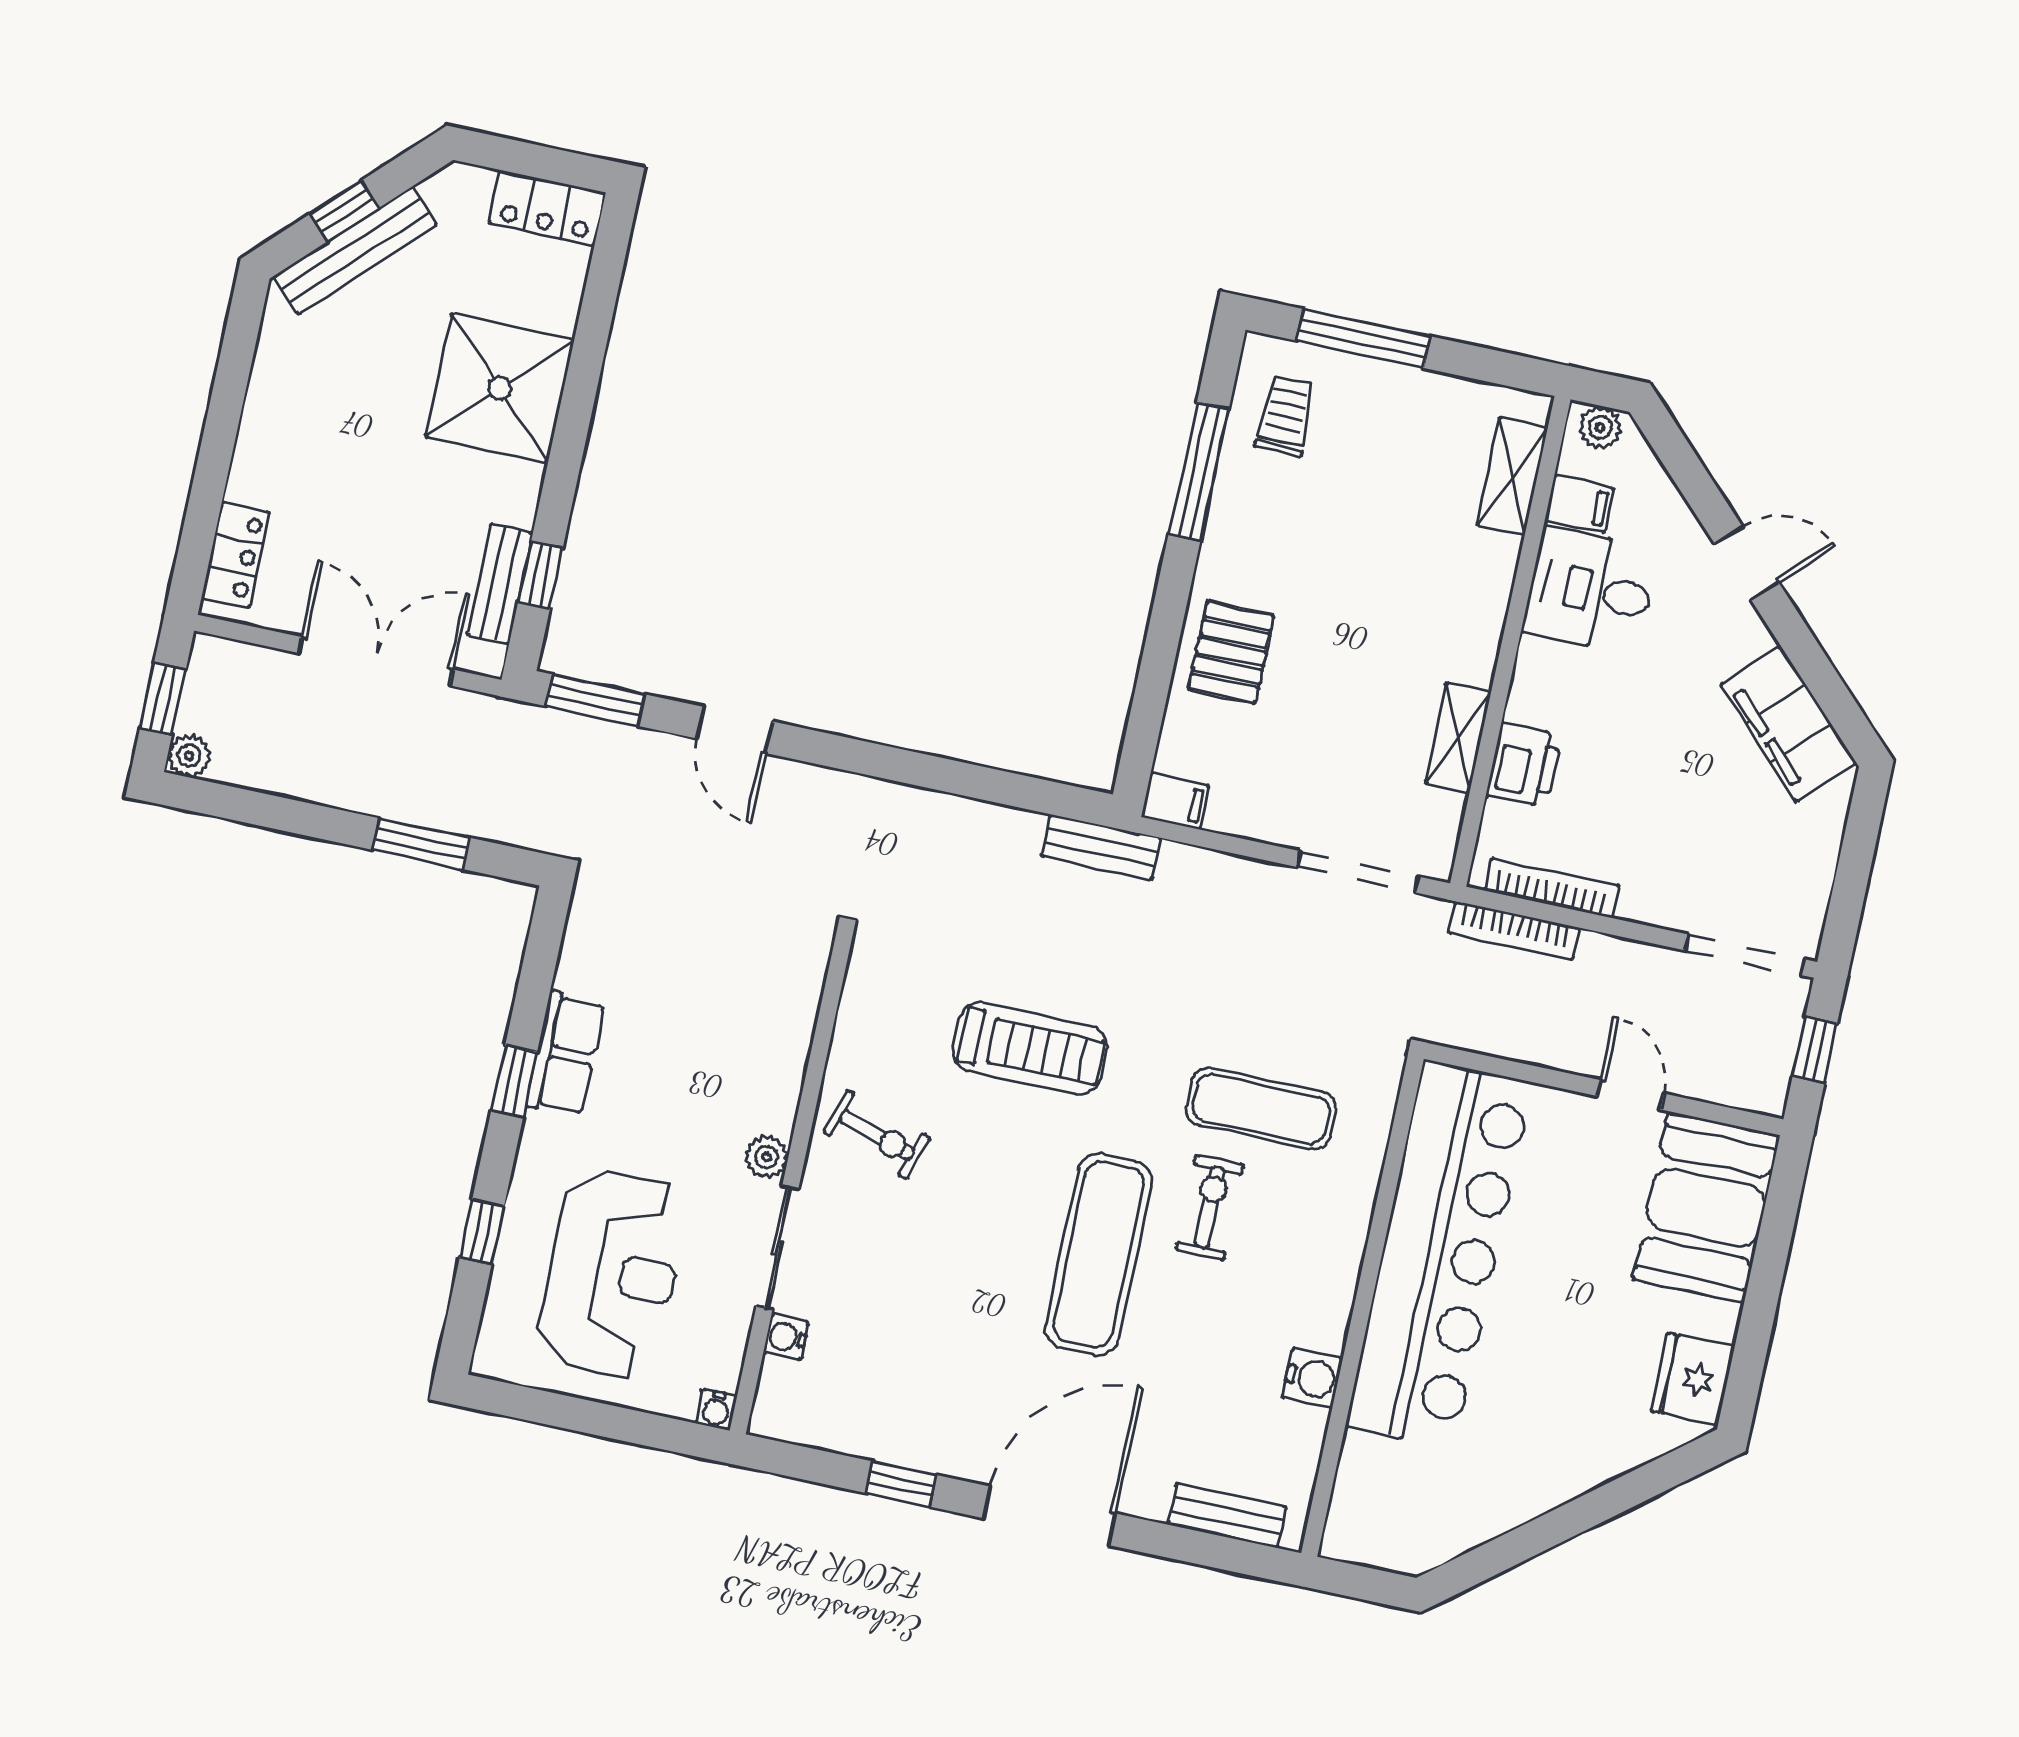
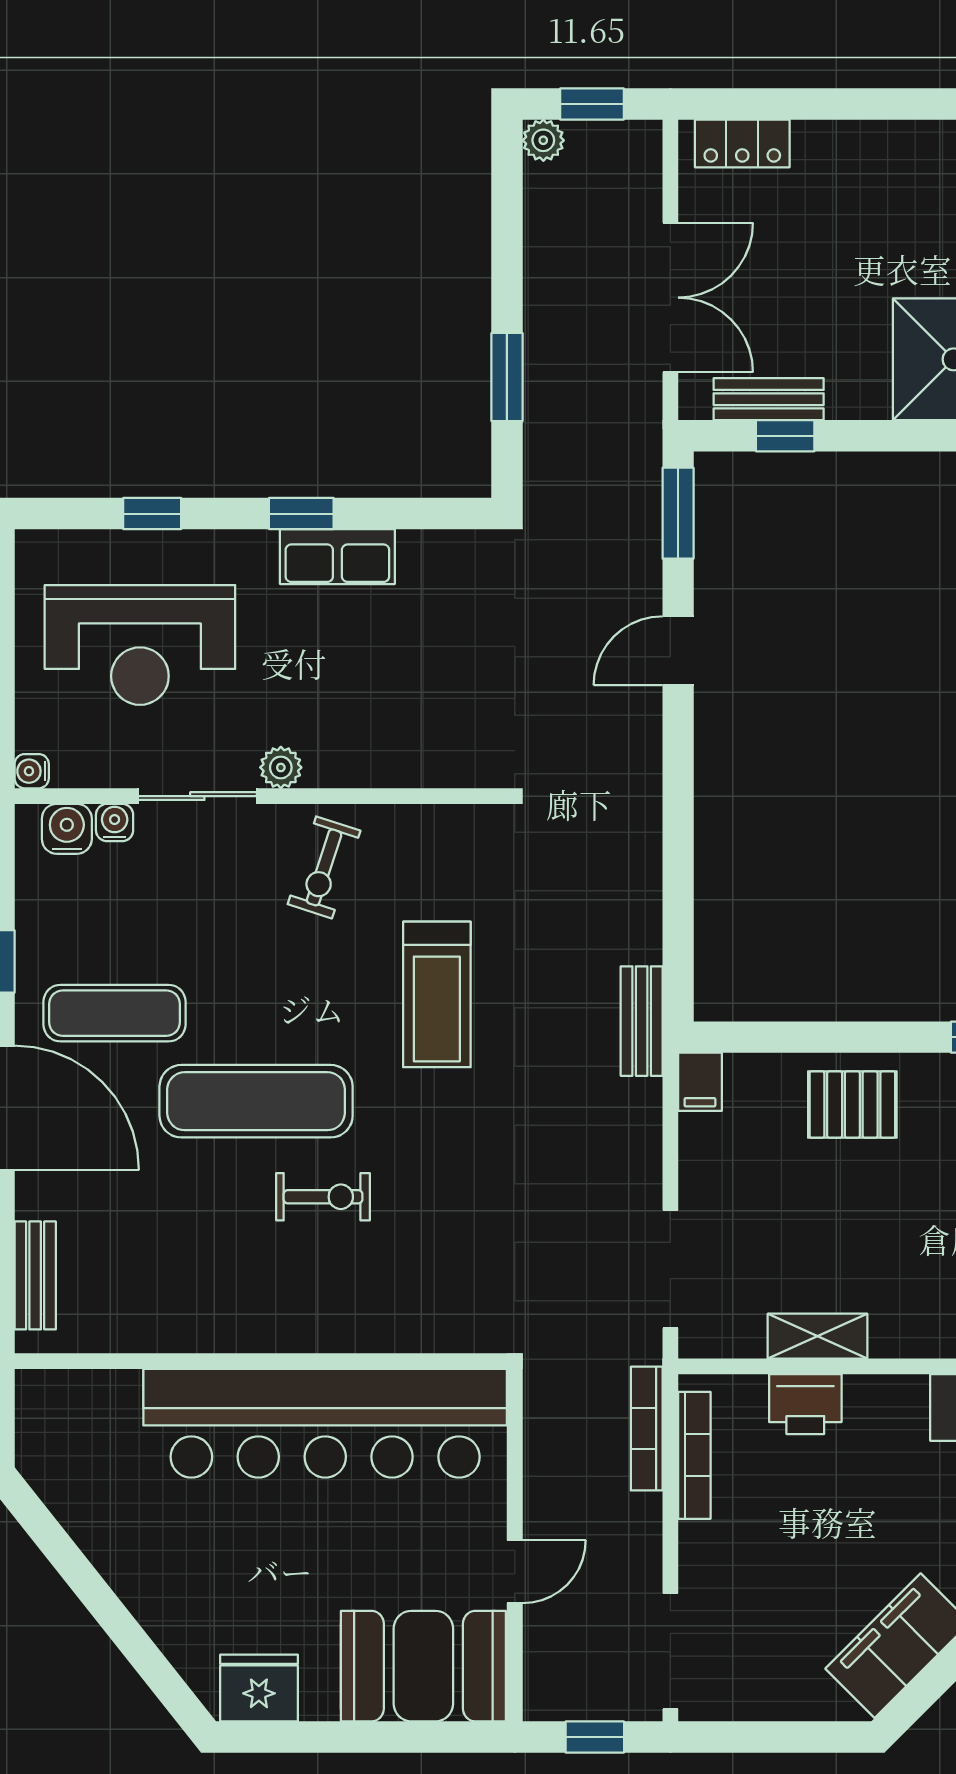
exercise mat: (1261, 1109) -> (114, 1013), moved, turned 90
water cooler: (1312, 1378) -> (67, 829), moved, turned 180

